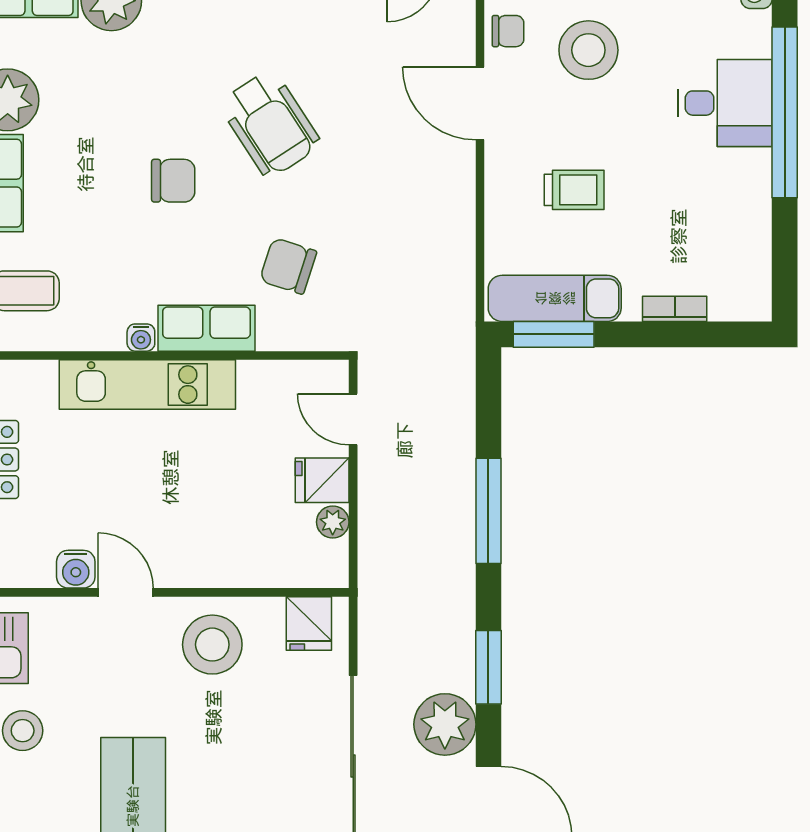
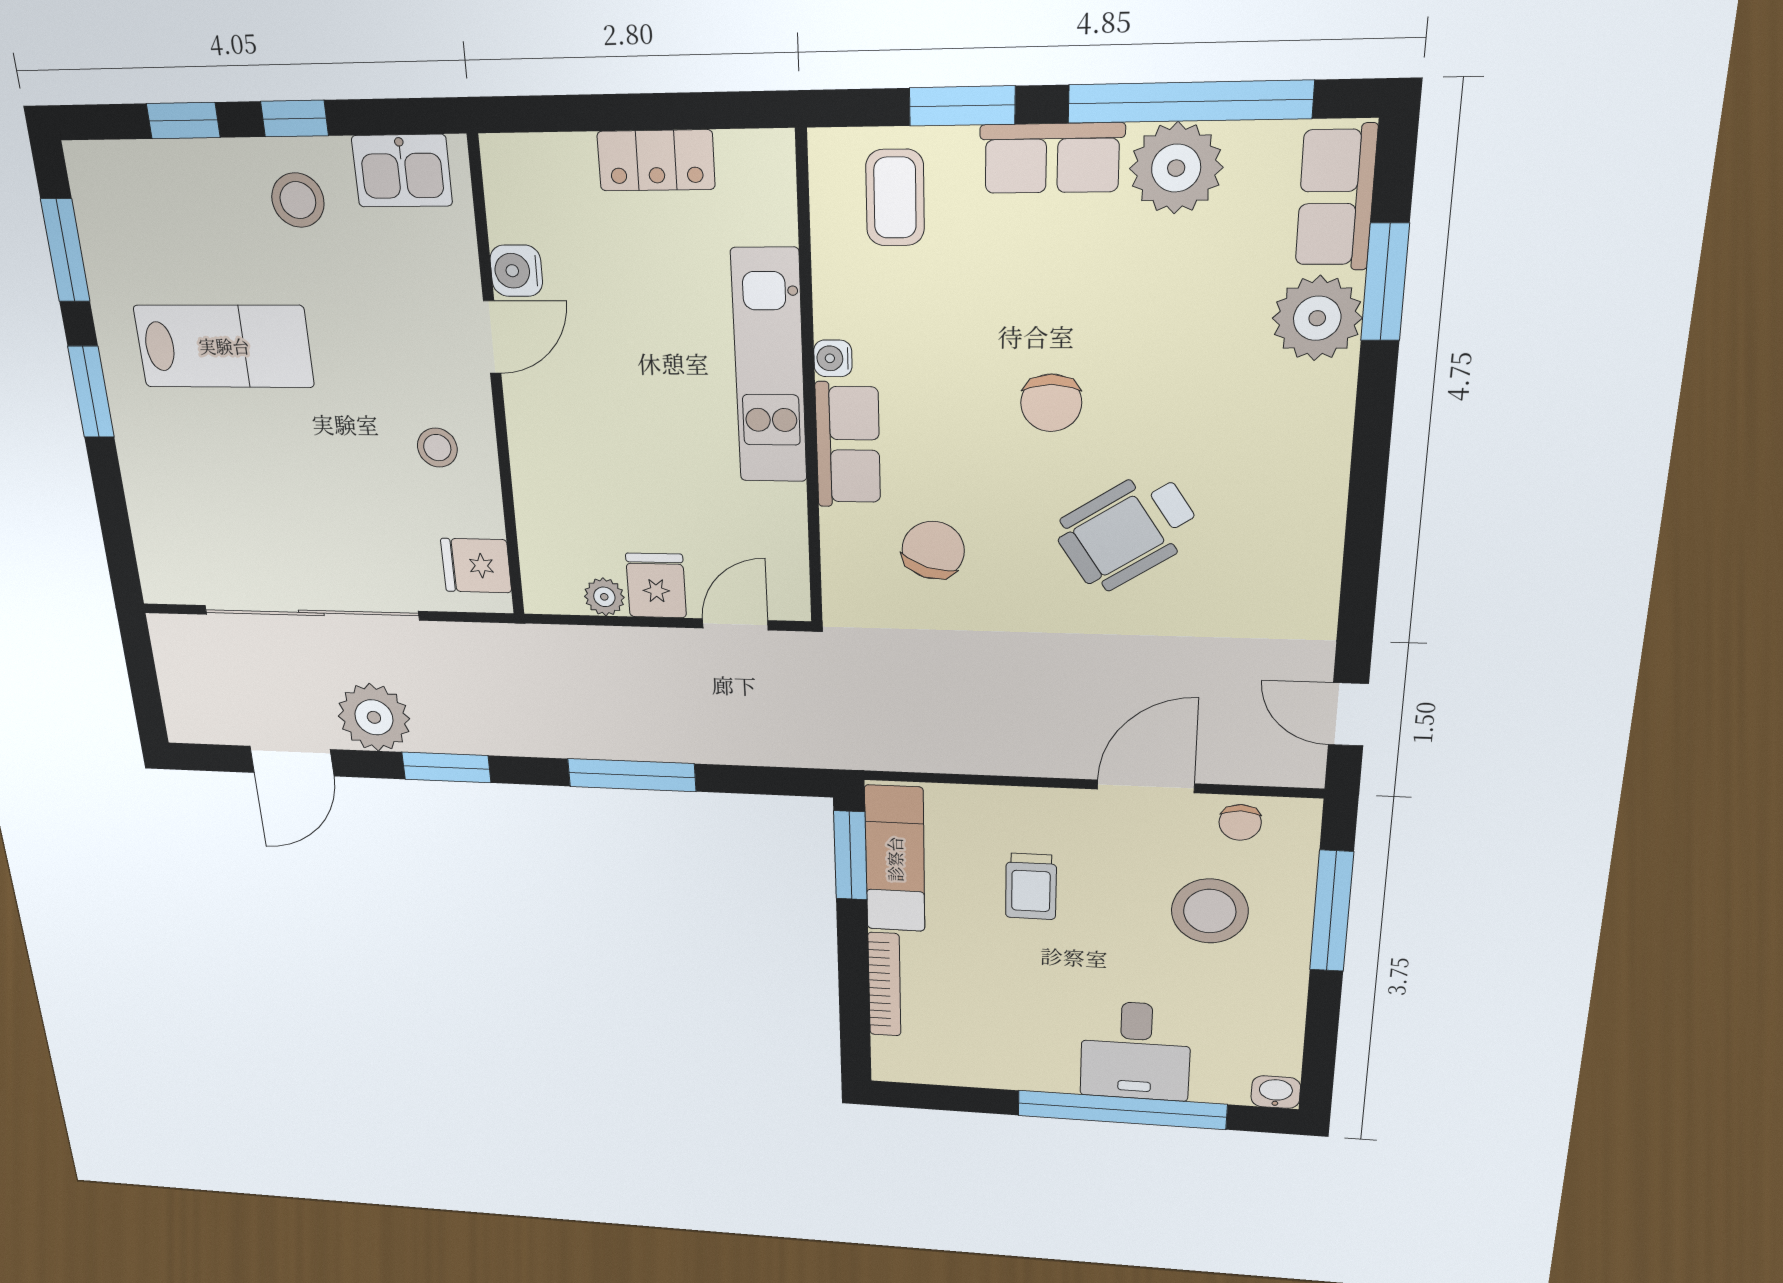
bookcase: (675, 309) -> (884, 984), width x1.56
stool: (212, 645) -> (437, 448), width x0.53, depth x0.53

